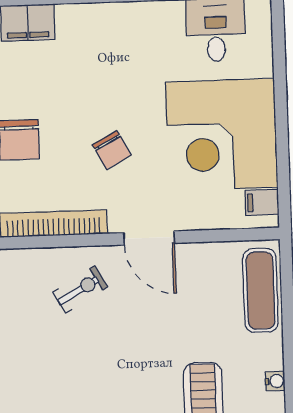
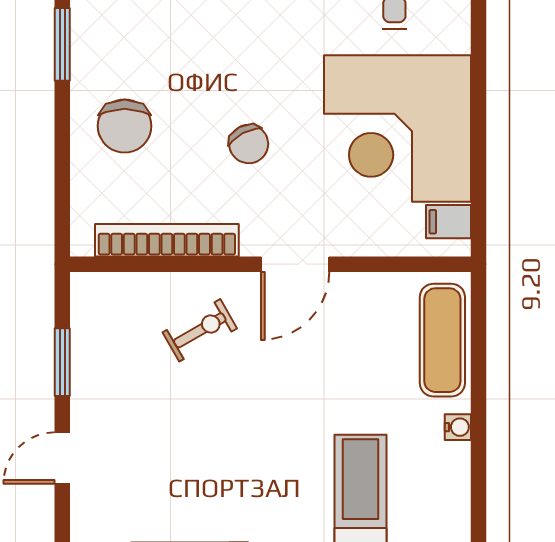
door: (149, 238) -> (295, 264), hinge flipped
water cooler: (275, 381) -> (458, 427), moved

